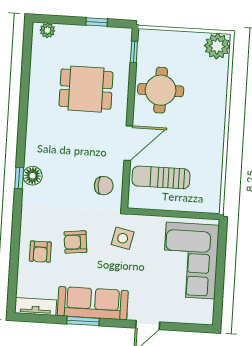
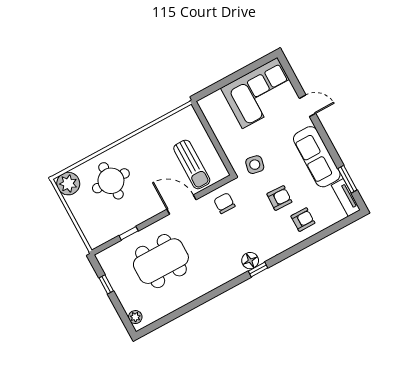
window: (134, 52) -> (129, 233), moved
dining table: (86, 89) -> (161, 261), width x1.38
round table: (161, 90) -> (111, 181), moved
armchair: (75, 242) -> (279, 198), turned -82
corner sofa: (191, 261) -> (260, 93), moved
window: (83, 321) -> (347, 179), moved

